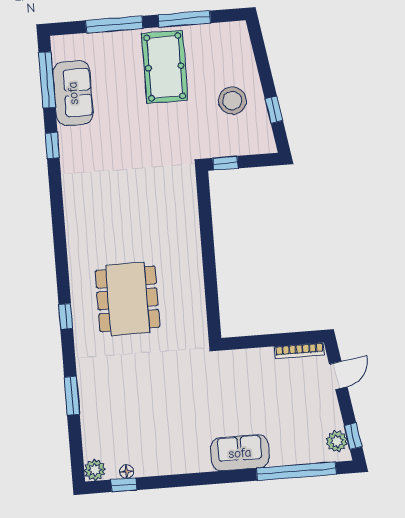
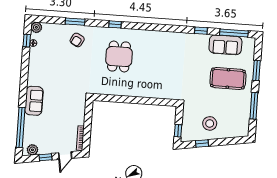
window: (114, 24) -> (256, 71), width x0.69
pool table: (165, 67) -> (228, 78), moved
window: (225, 163) -> (178, 131), moved
dining table: (128, 299) -> (119, 57), width x0.73
door: (338, 375) -> (65, 156), hinge flipped
armchair: (107, 386) -> (77, 40), added
window: (353, 436) -> (45, 157), moved

